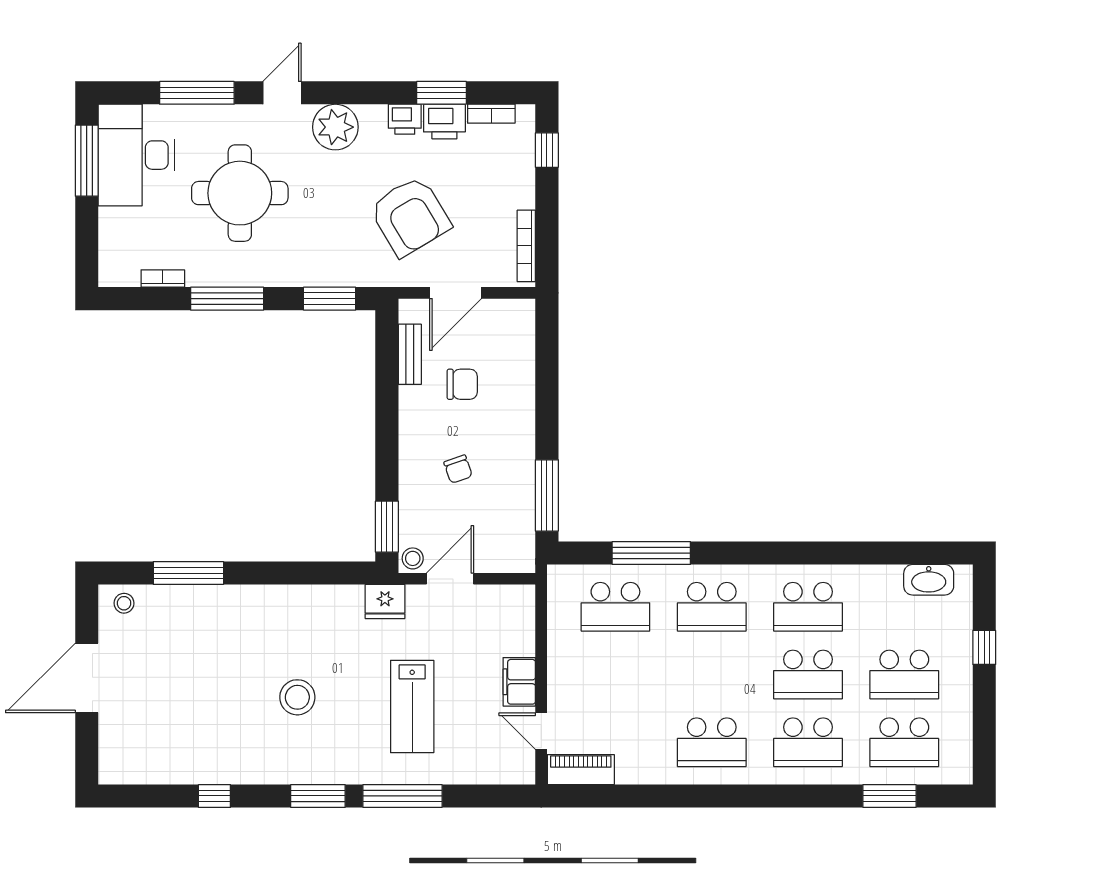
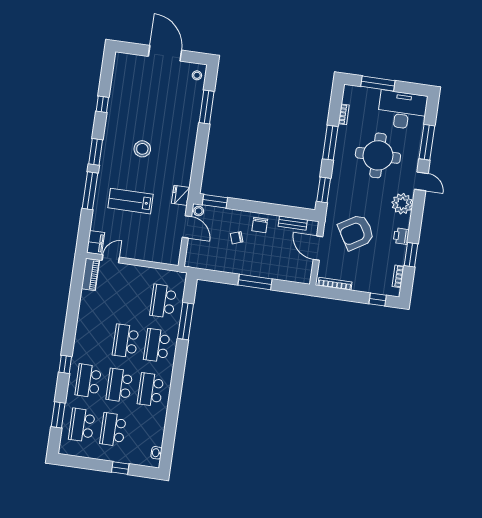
printer: (444, 122) -> (397, 254), removed
window: (87, 161) -> (378, 84), moved
chair: (462, 384) -> (260, 225), moved
window: (547, 495) -> (255, 282), moved
washbasin: (929, 580) -> (156, 453), width x0.52, depth x0.69
filing cabinet: (519, 682) -> (96, 243), moved, turned 90
school desk: (712, 742) -> (126, 341), moved
window: (780, 796) -> (65, 364), added

